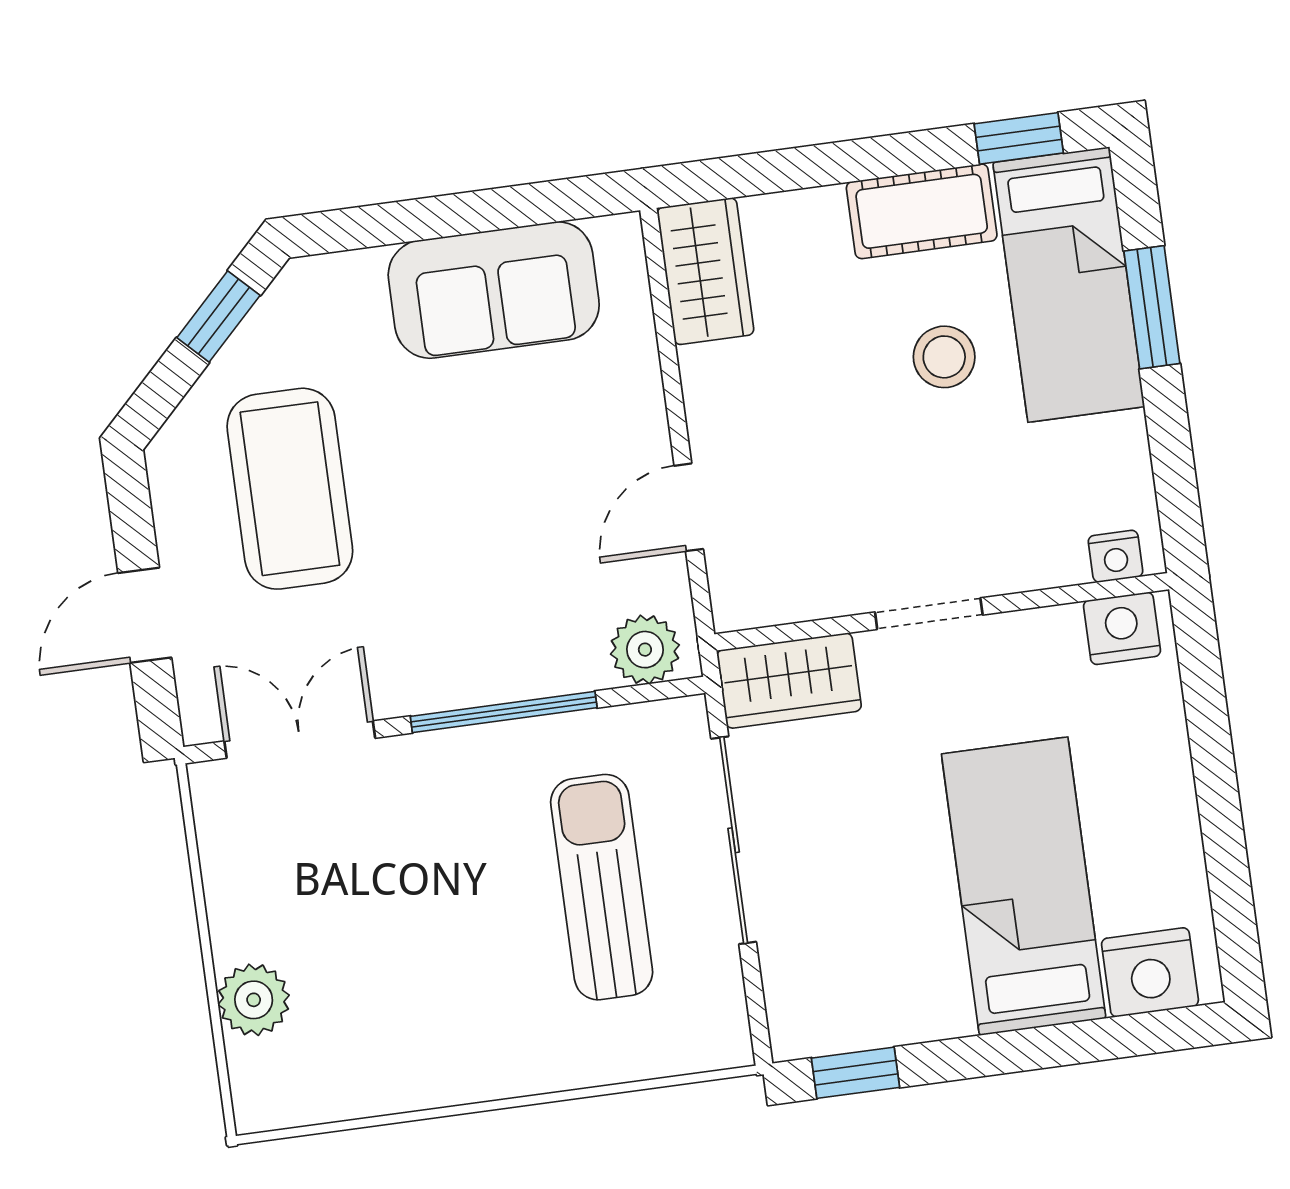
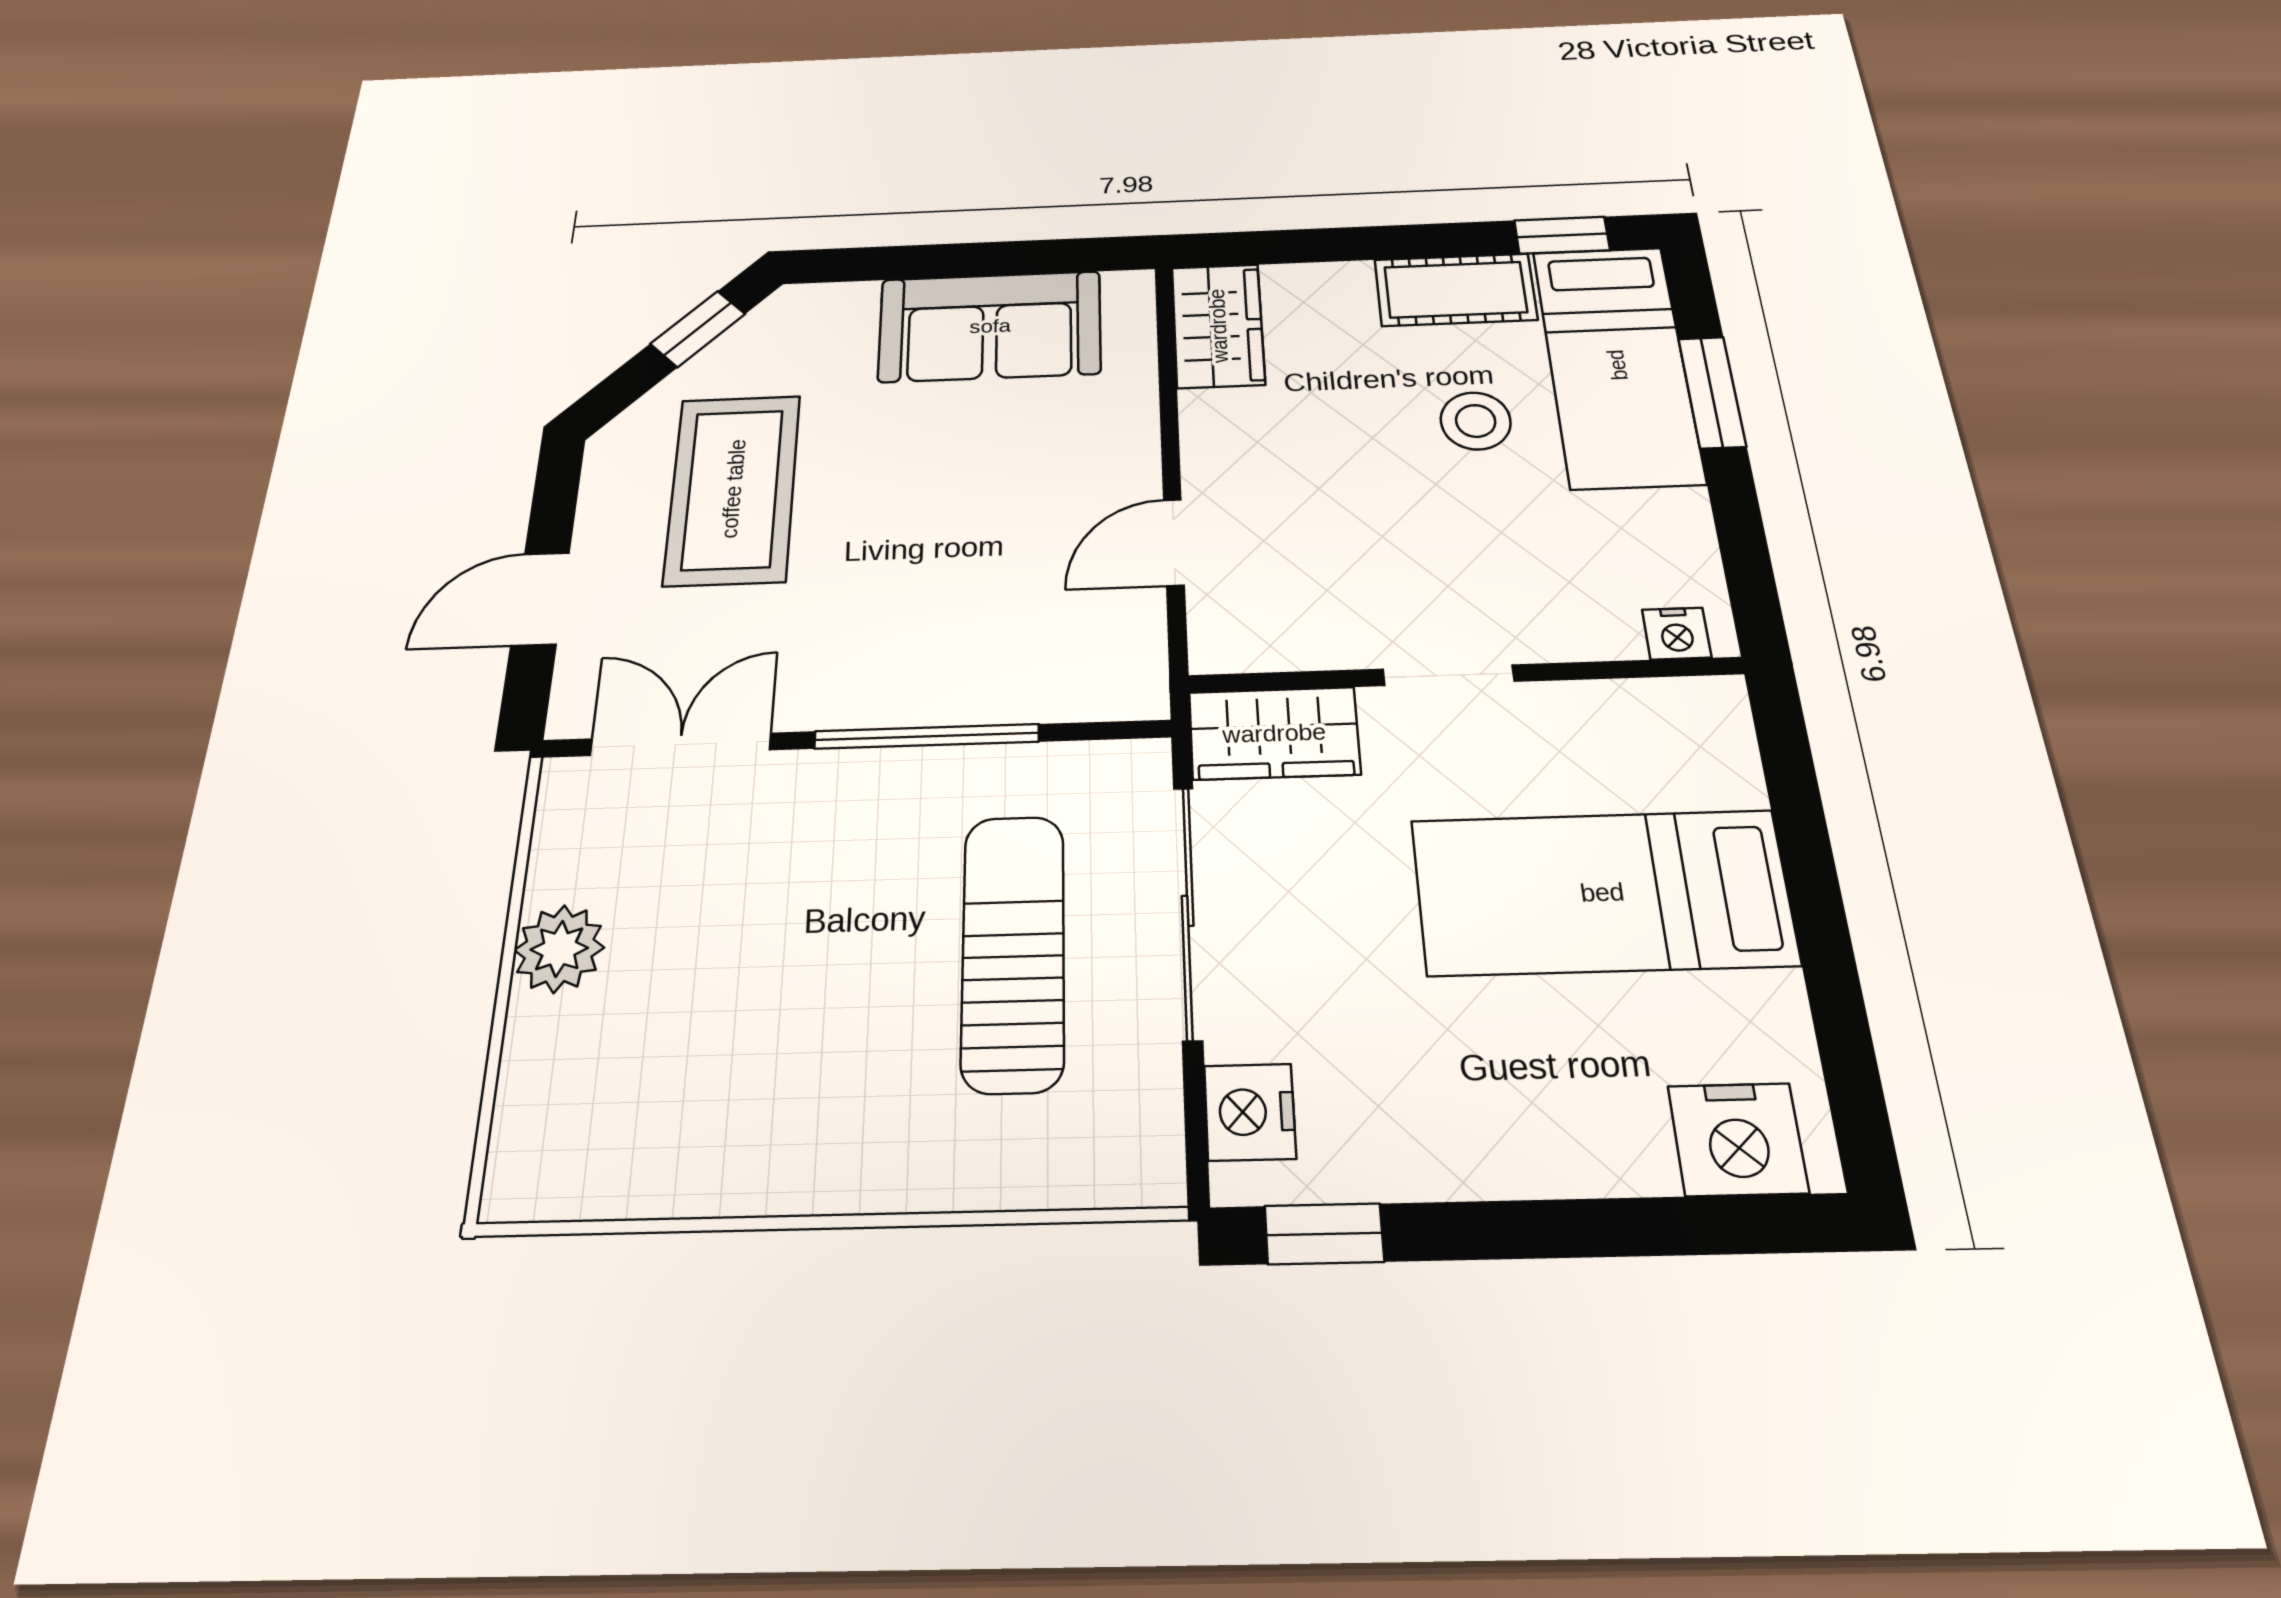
nightstand: (1122, 628) -> (1250, 1112), moved, turned -90
plant: (645, 650) -> (1105, 684), removed
bed: (1024, 886) -> (1602, 892), moved, turned -90
plant: (254, 1000) -> (559, 949), moved

